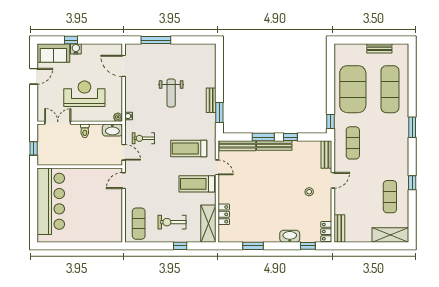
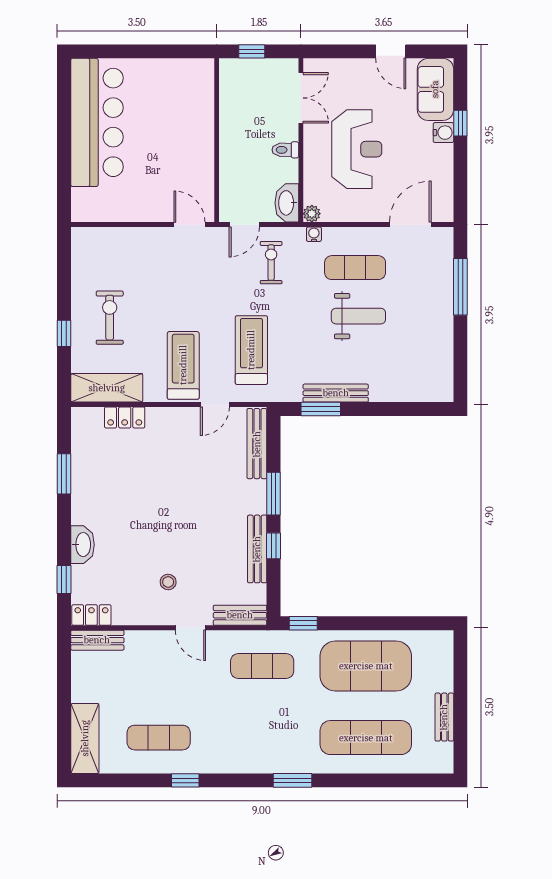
weight bench: (171, 93) -> (358, 316), turned 180
bench: (211, 100) -> (336, 393), width x1.36
bench: (274, 145) -> (257, 549), moved
bar counter: (51, 201) -> (97, 122), moved, turned -90
exercise mat: (139, 224) -> (355, 268), moved

